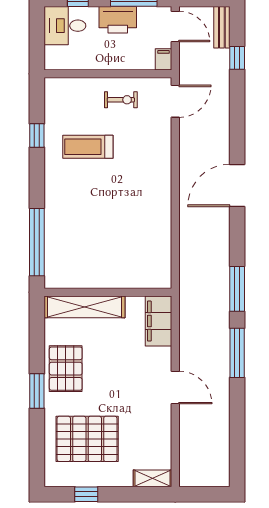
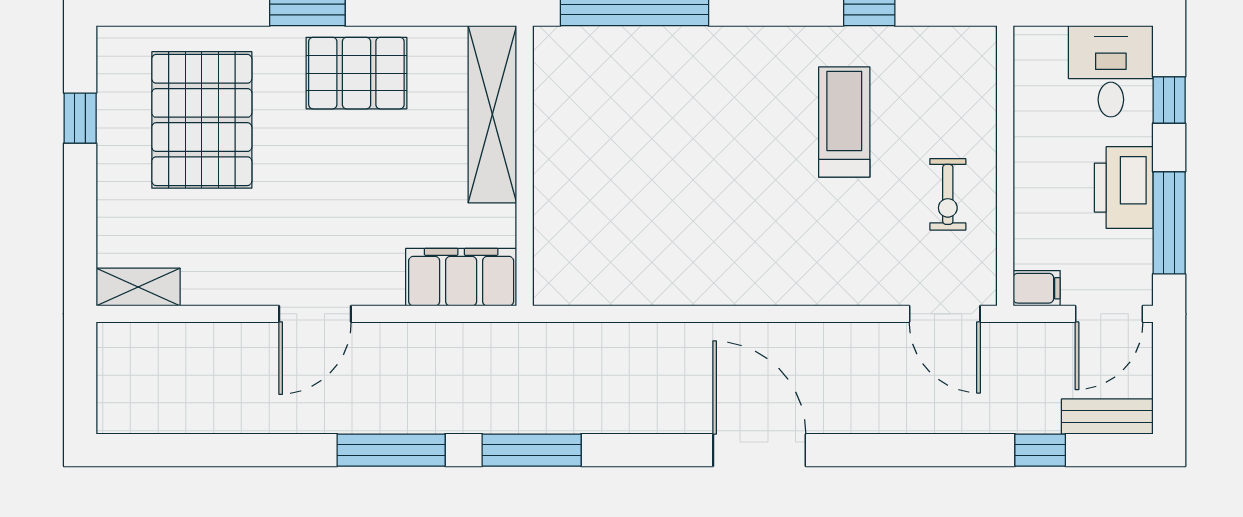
shelving: (152, 478) -> (138, 287), moved, turned 90

